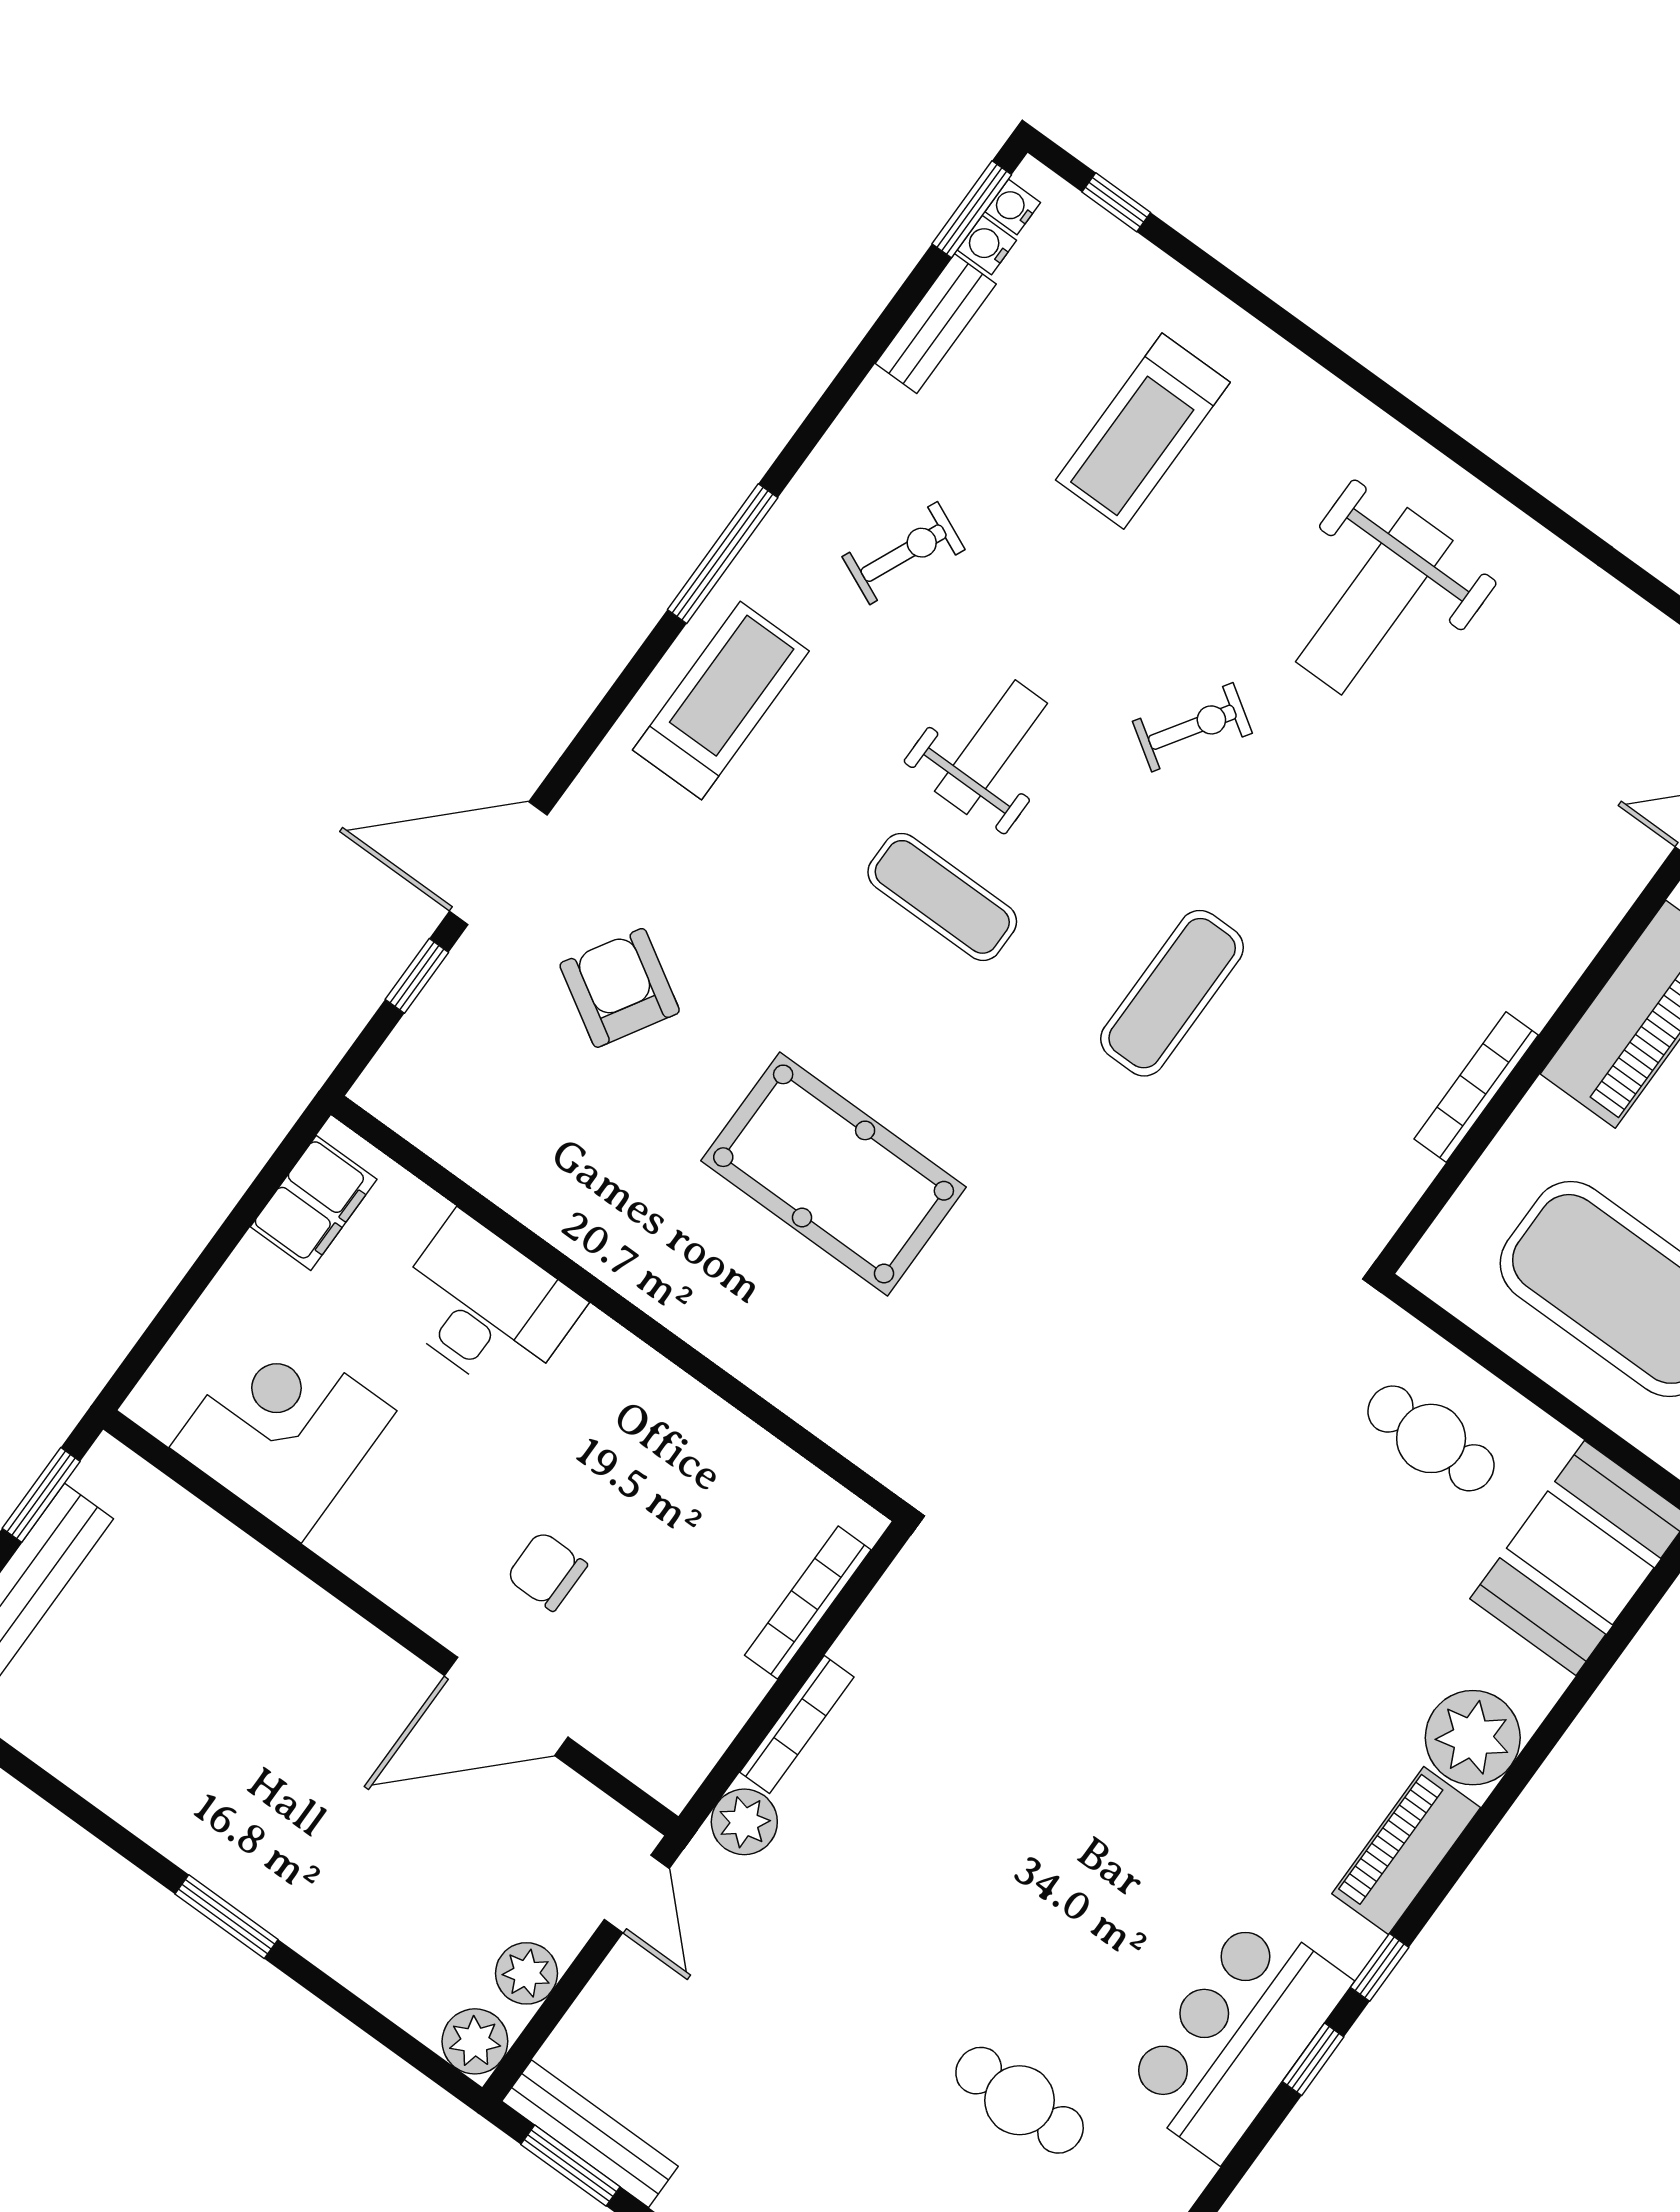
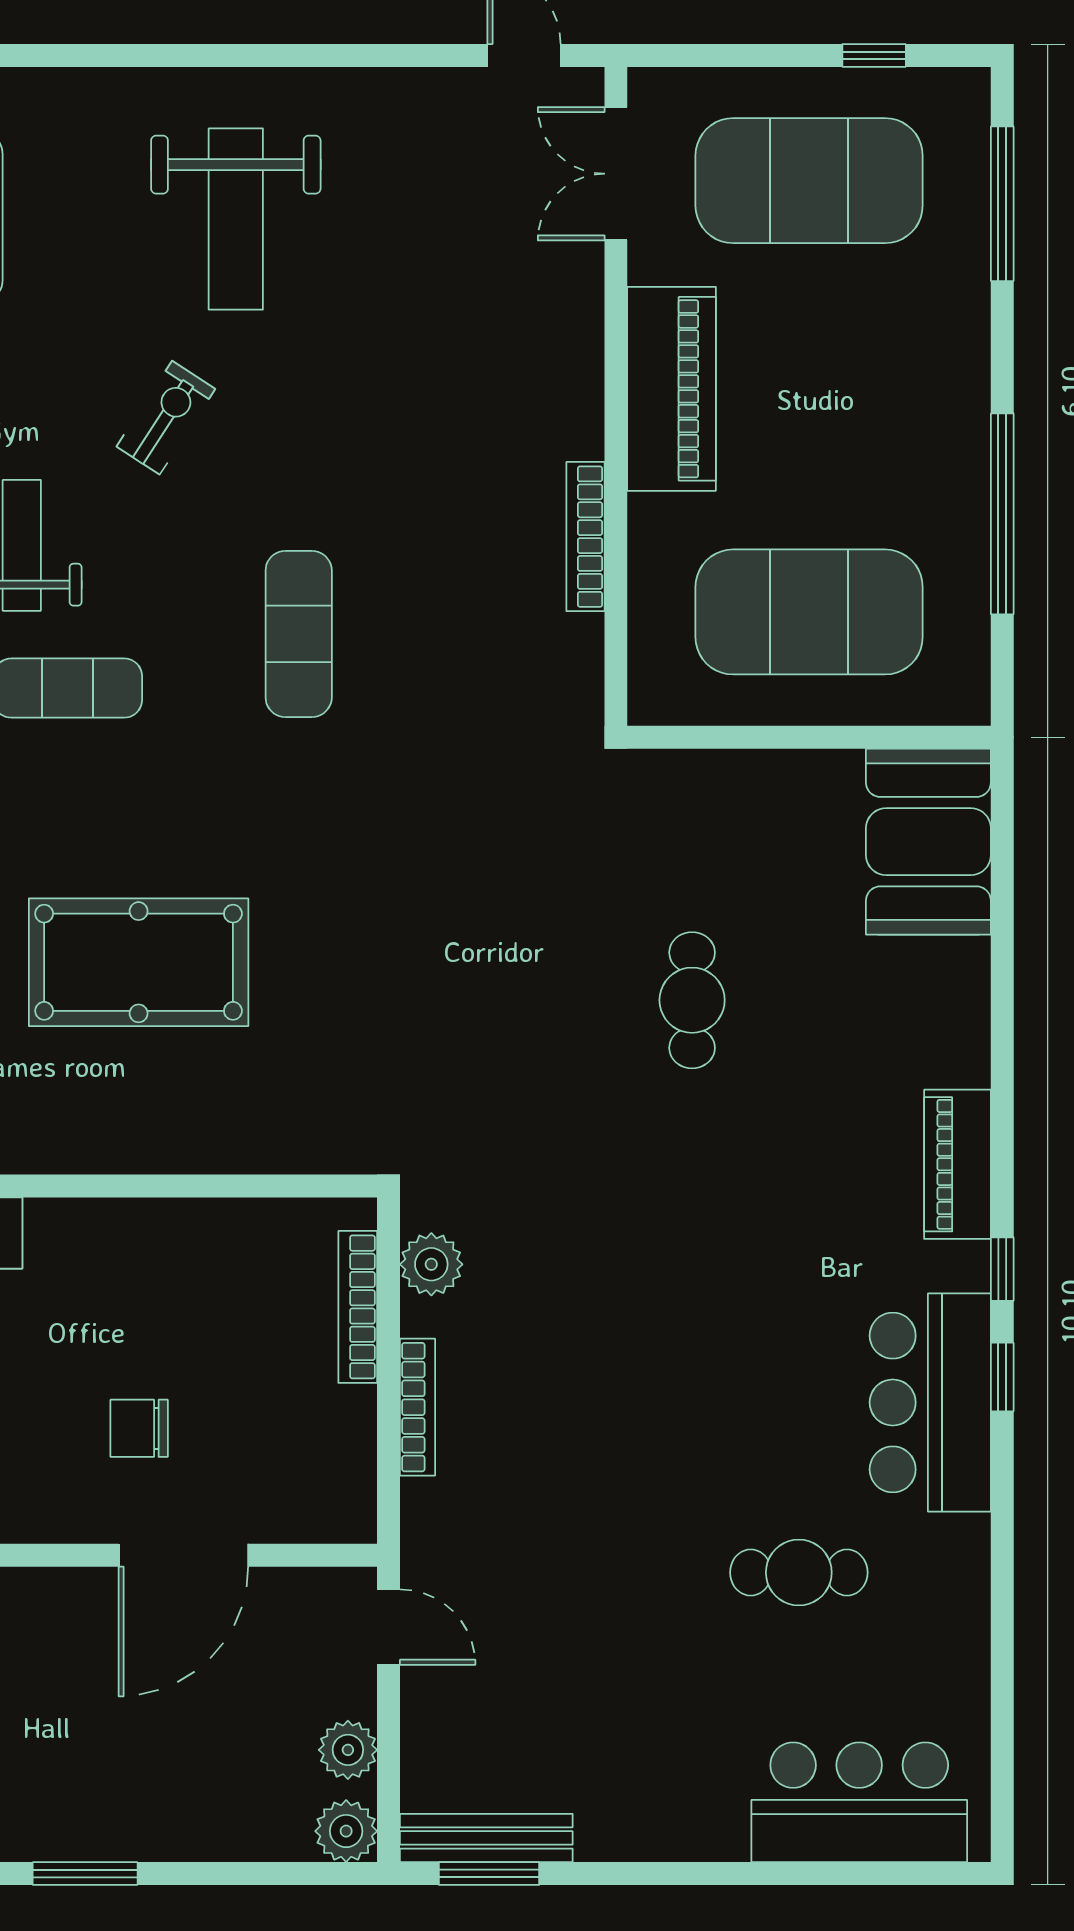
cafe table: (1431, 1438) -> (692, 1000), moved, turned 90
plant: (1473, 1738) -> (946, 1040), removed
plant: (744, 1822) -> (431, 1264), moved

